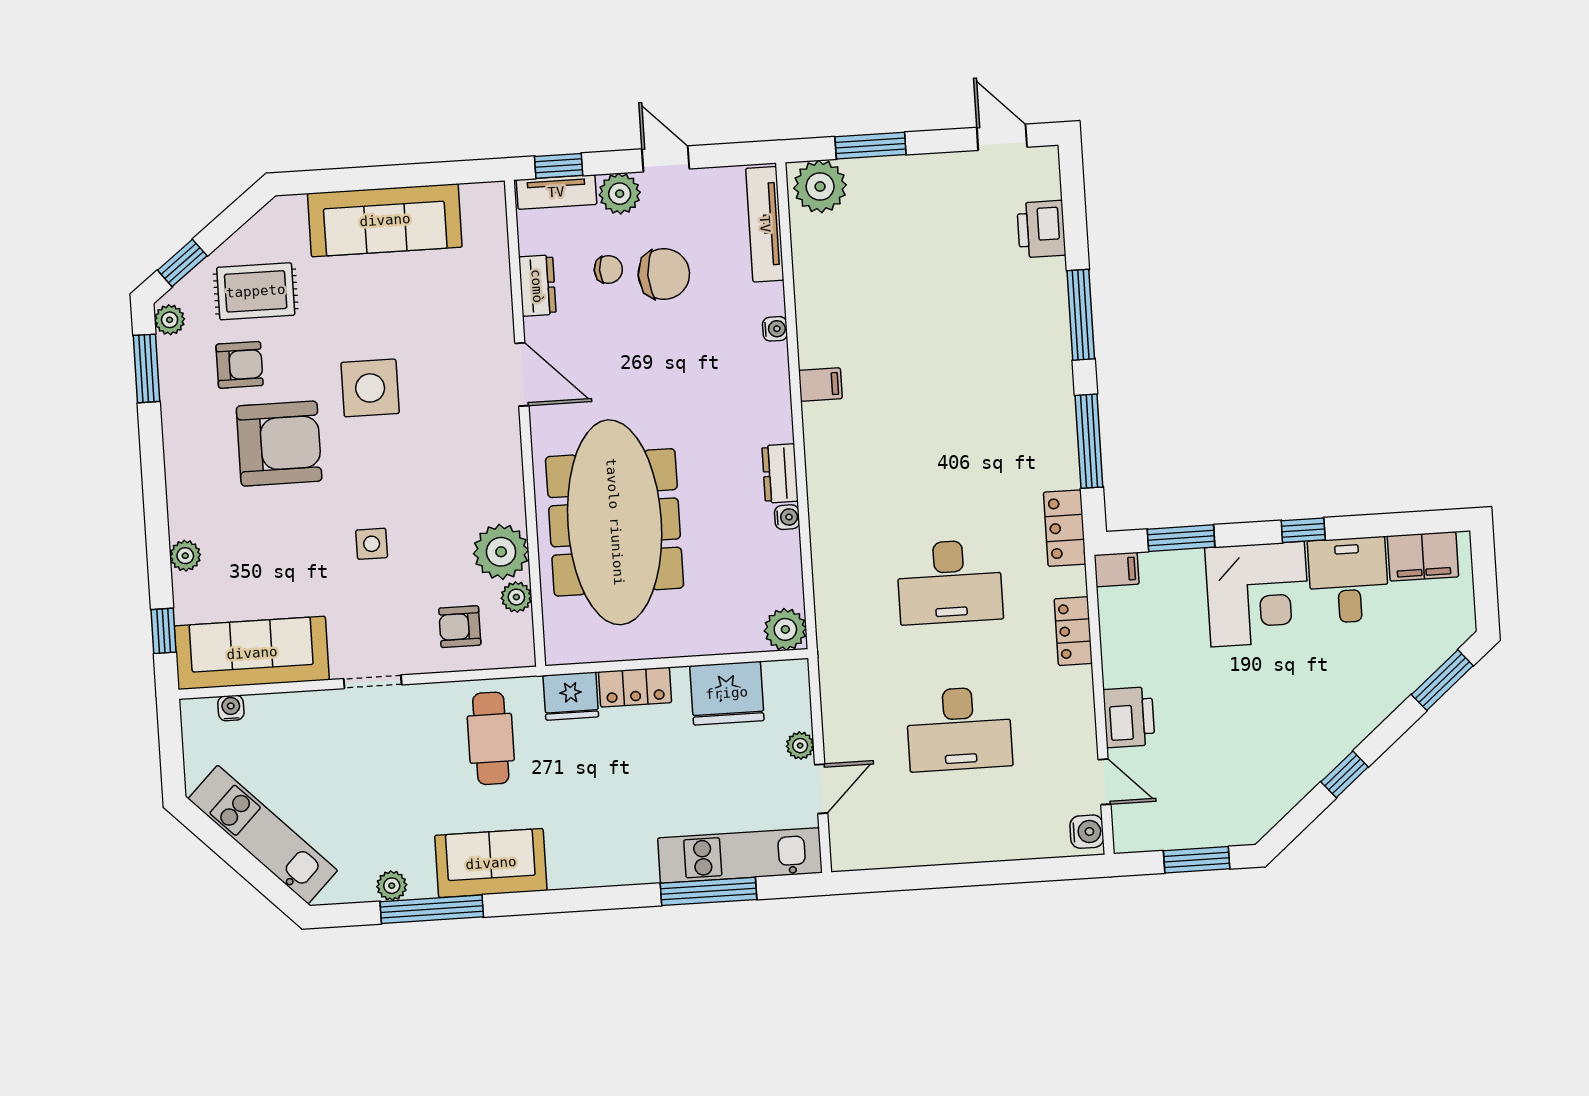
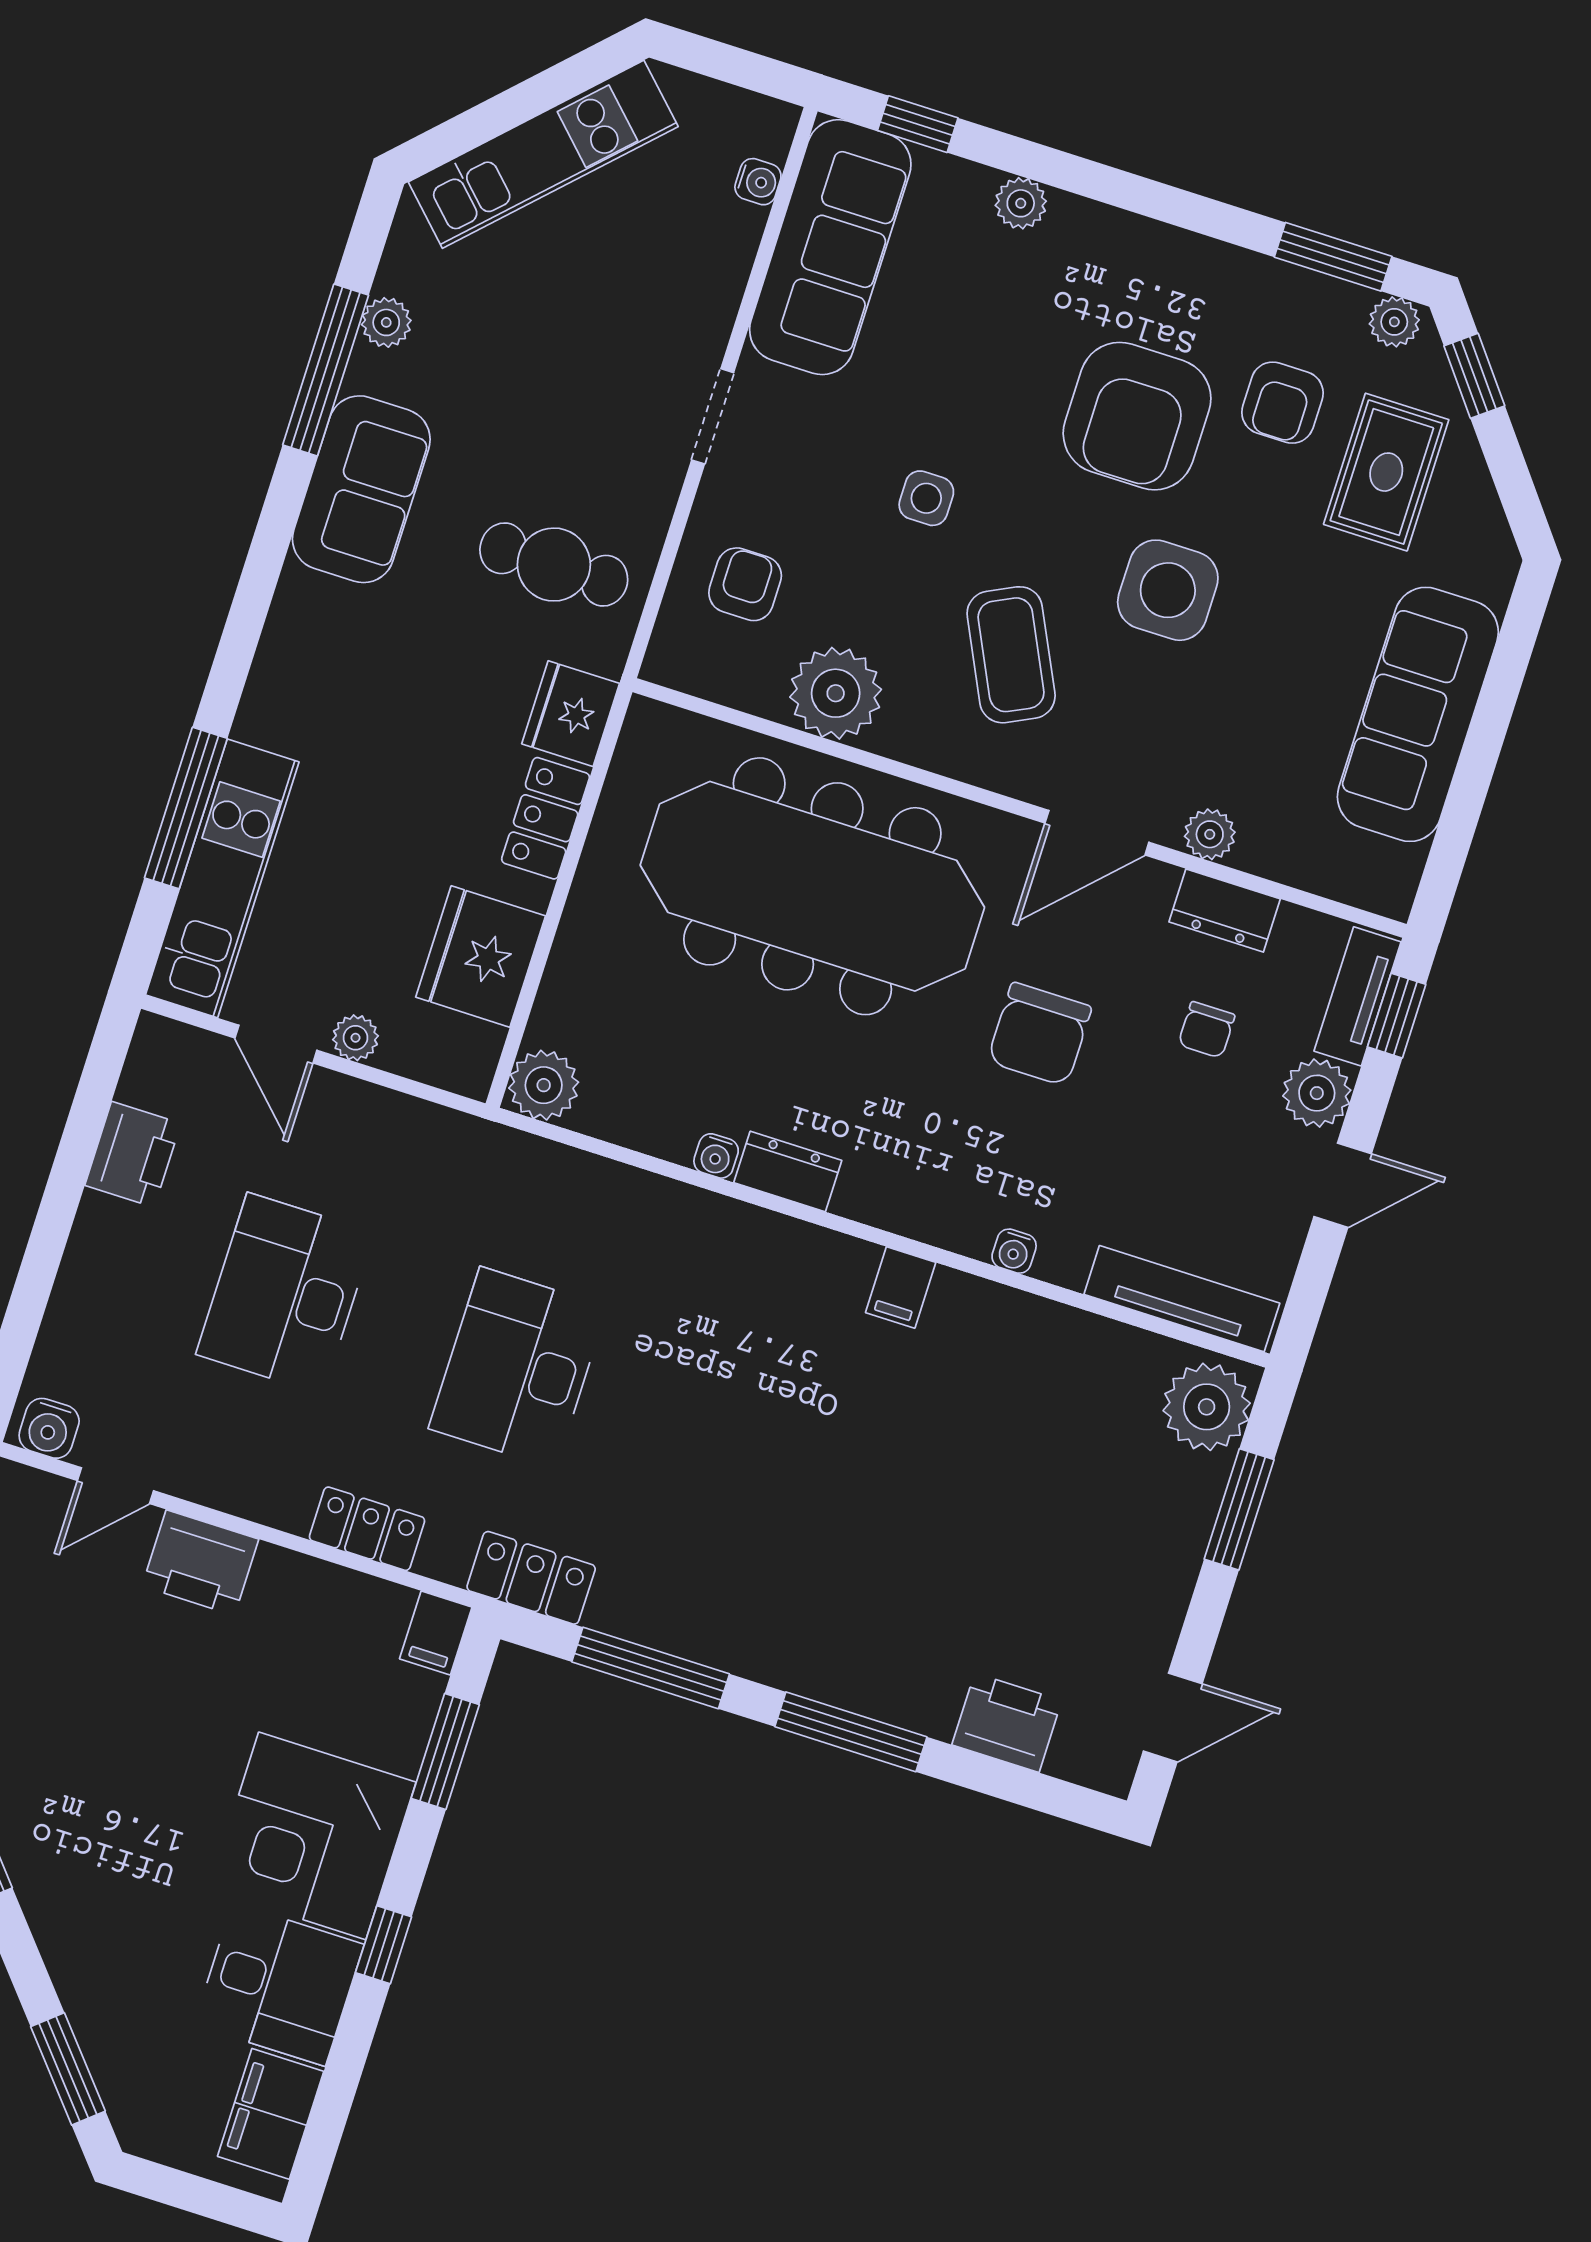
chair: (664, 274) -> (1039, 1034), moved
coffee table: (441, 462) -> (1011, 655), added
plant: (516, 597) -> (1210, 834), moved
printer: (915, 845) -> (133, 1154), added

